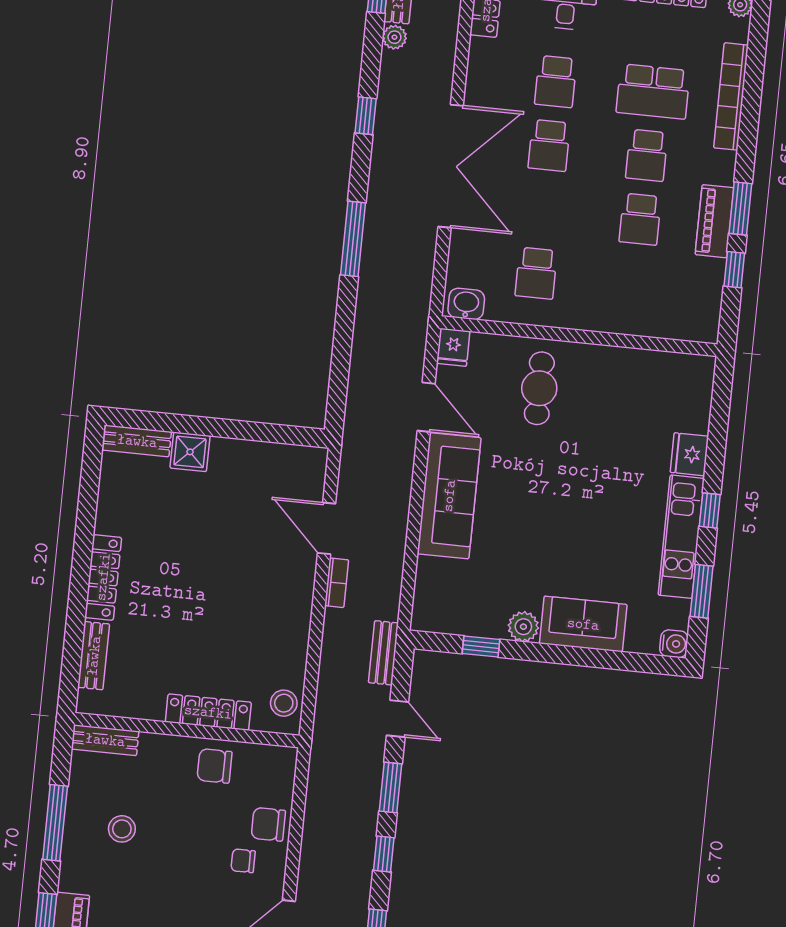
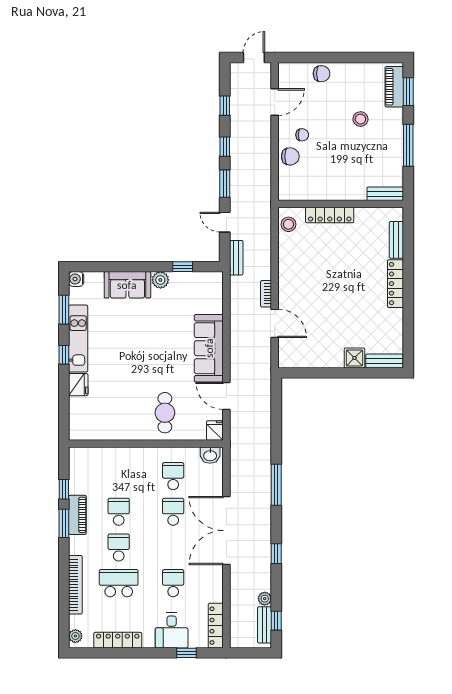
school desk: (549, 145) -> (173, 512), moved
chair: (215, 766) -> (323, 186), removed
stool: (122, 829) -> (360, 119), moved

